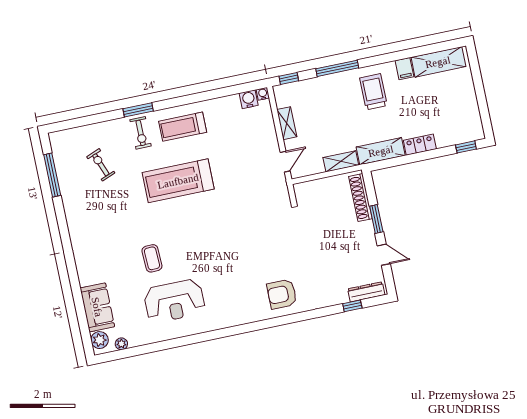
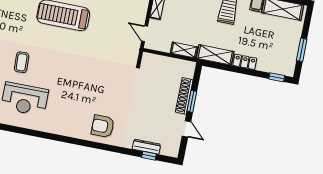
window: (482, 101) -> (302, 50), added
door: (285, 162) -> (145, 34), swing flipped
shoe rack: (360, 198) -> (184, 96), moved
dresser: (366, 292) -> (146, 147), moved

